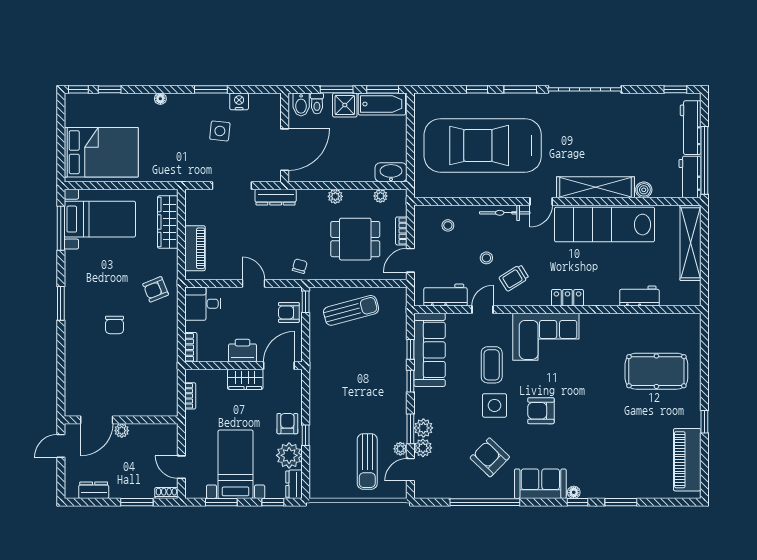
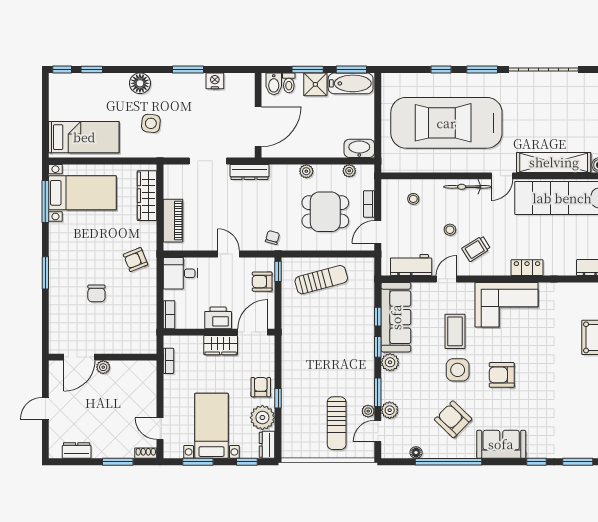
floor lamp: (160, 99) -> (140, 83), width x1.89, depth x1.89
side table: (220, 131) -> (151, 123), moved
bed: (101, 152) -> (84, 137), width x0.67
door: (97, 420) -> (79, 357), moved
wall: (121, 420) -> (103, 357), moved
plant: (423, 428) -> (390, 362), moved
plant: (122, 431) -> (103, 367), moved
floor lamp: (574, 492) -> (416, 453), moved

